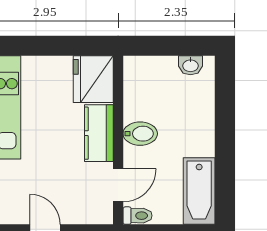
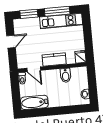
fridge: (93, 79) -> (80, 57), width x0.53, depth x0.75
bidet: (140, 134) -> (66, 75), moved

